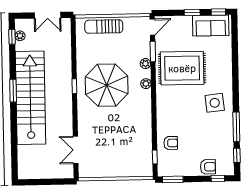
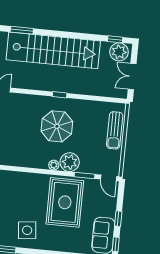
sun lounger: (104, 27) -> (115, 130), turned 180
plant: (20, 36) -> (119, 52), width x1.87, depth x1.87
plant: (145, 64) -> (70, 162), width x1.88, depth x1.88
parasol: (107, 85) -> (57, 126), width x0.73, depth x0.73
window: (13, 91) -> (22, 30), moved

